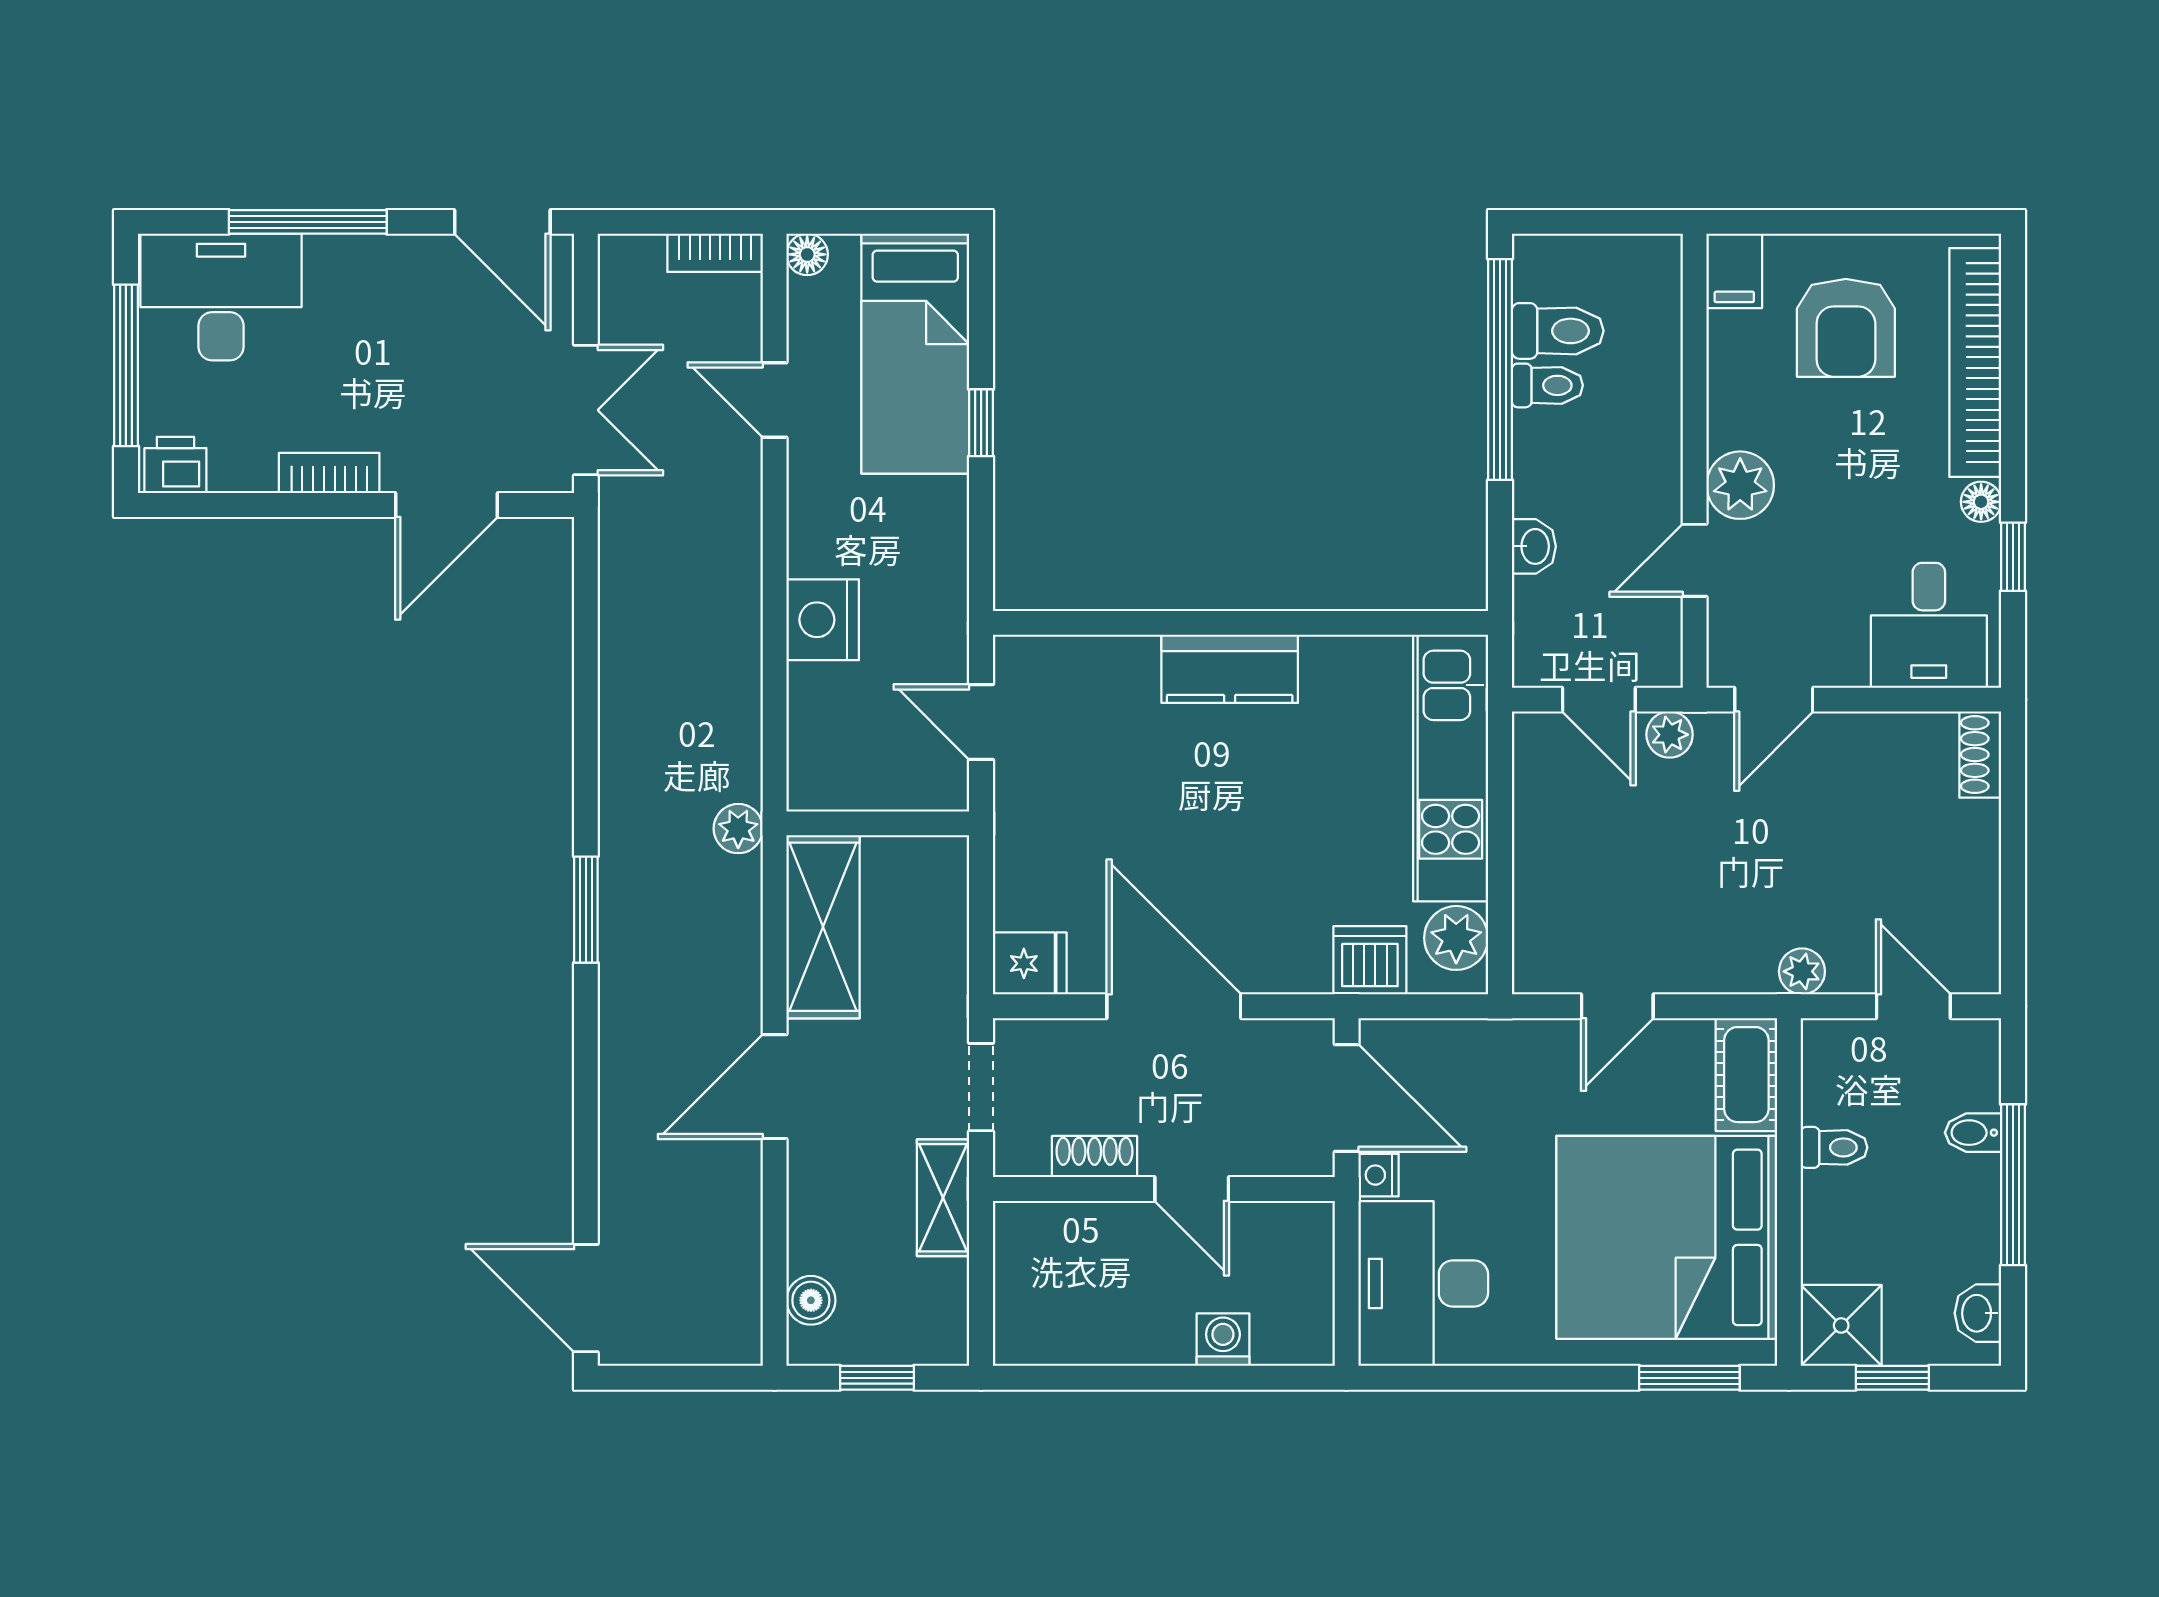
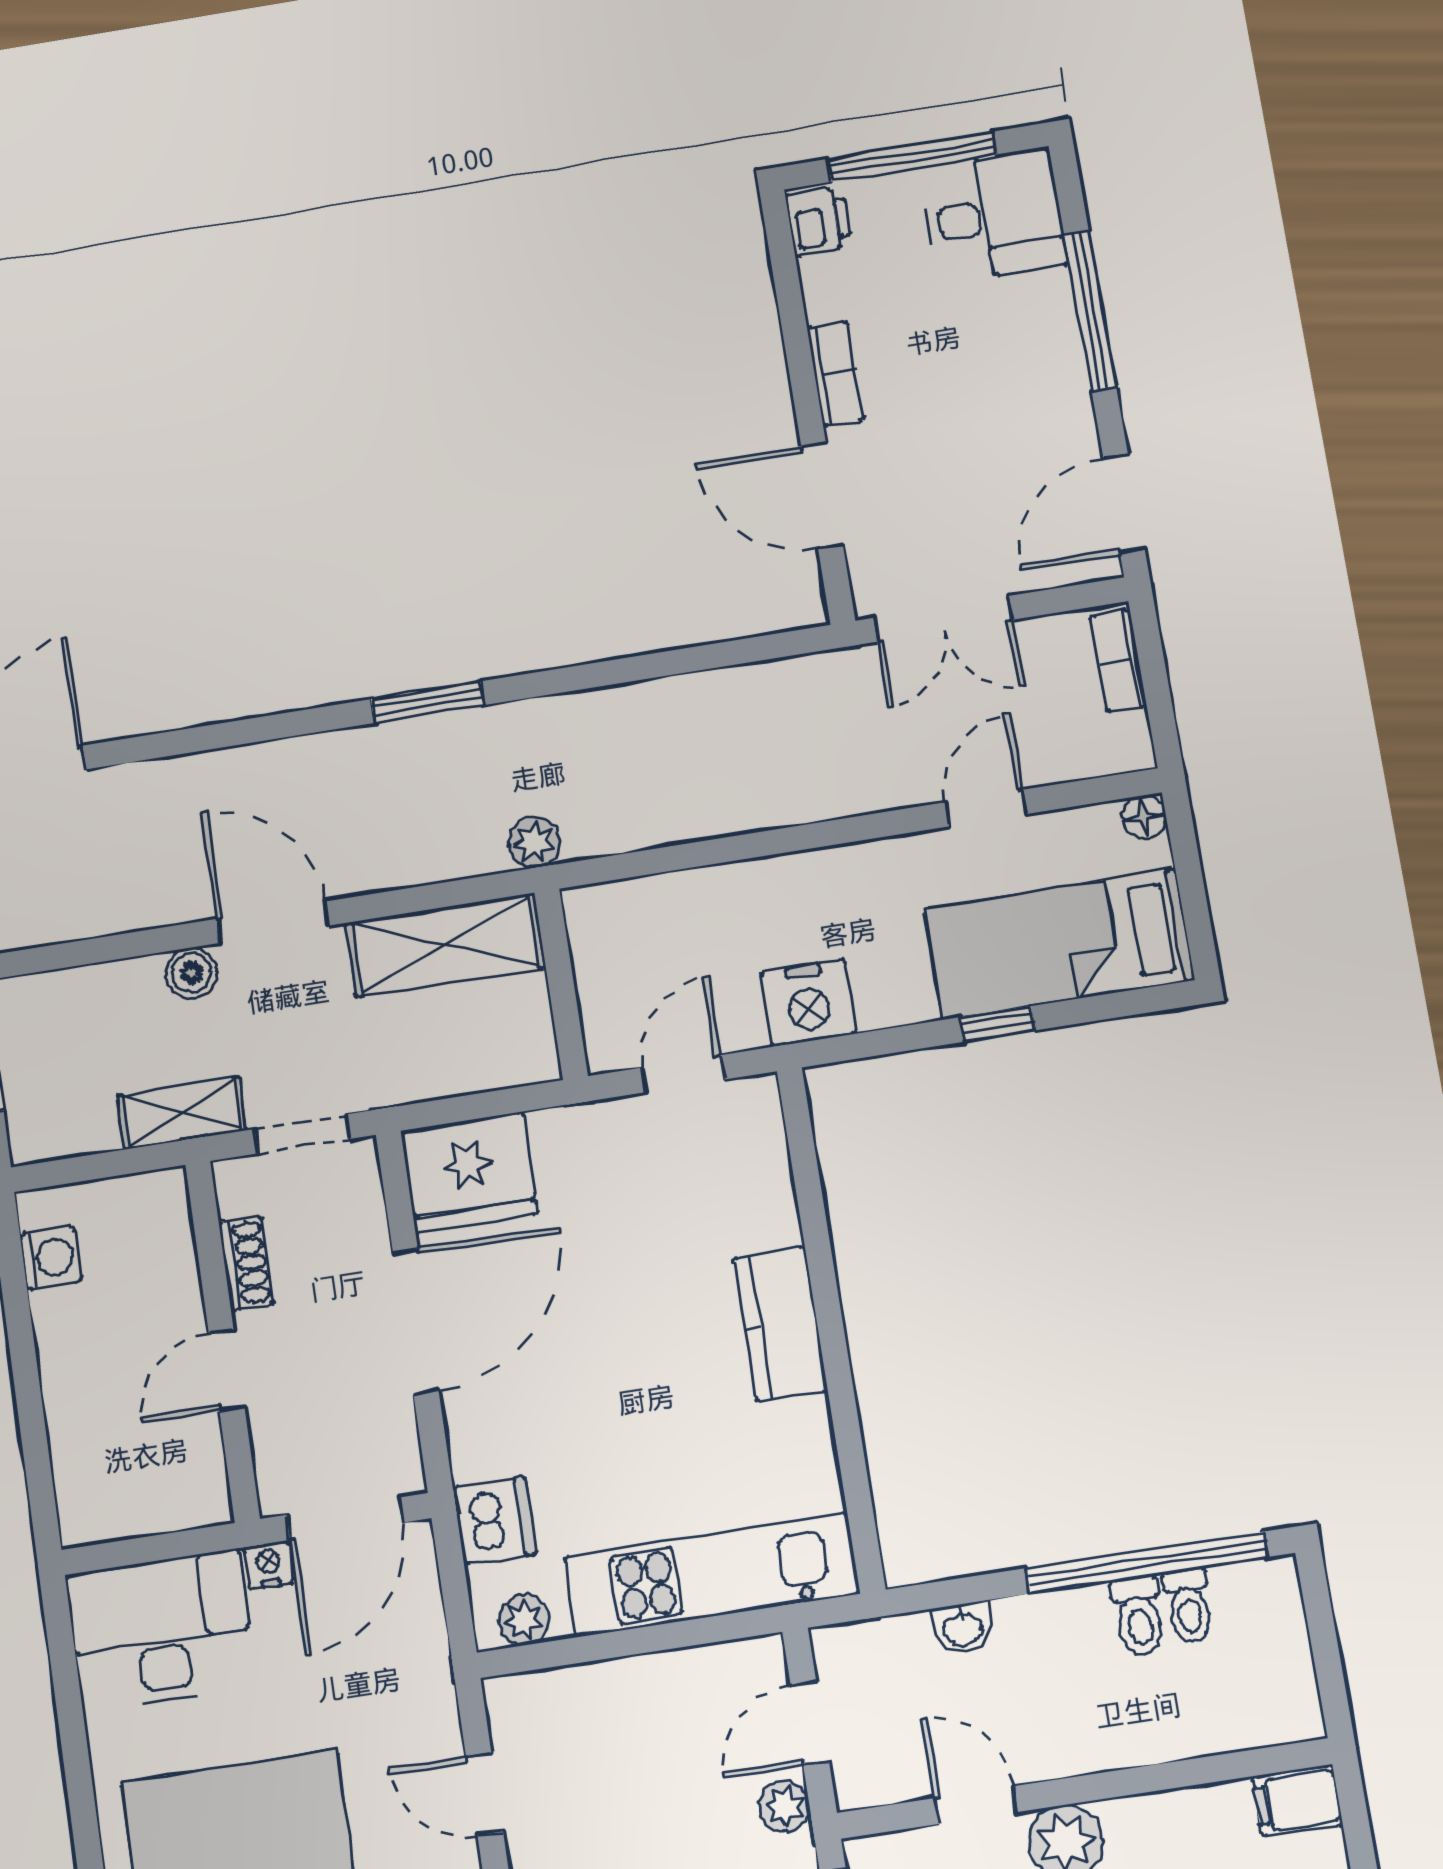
bookcase: (715, 253) -> (1119, 661), moved
desk: (221, 297) -> (994, 216), width x0.73
toilet: (1558, 331) -> (1189, 1606), width x0.73, depth x0.72
nightstand: (823, 620) -> (808, 1003), moved, turned 180
plant: (1456, 938) -> (524, 1620), width x0.73, depth x0.73
fridge: (1030, 963) -> (469, 1172), width x1.88, depth x1.34
boiler: (811, 1300) -> (192, 973), moved
washing machine: (1223, 1340) -> (51, 1258), moved

